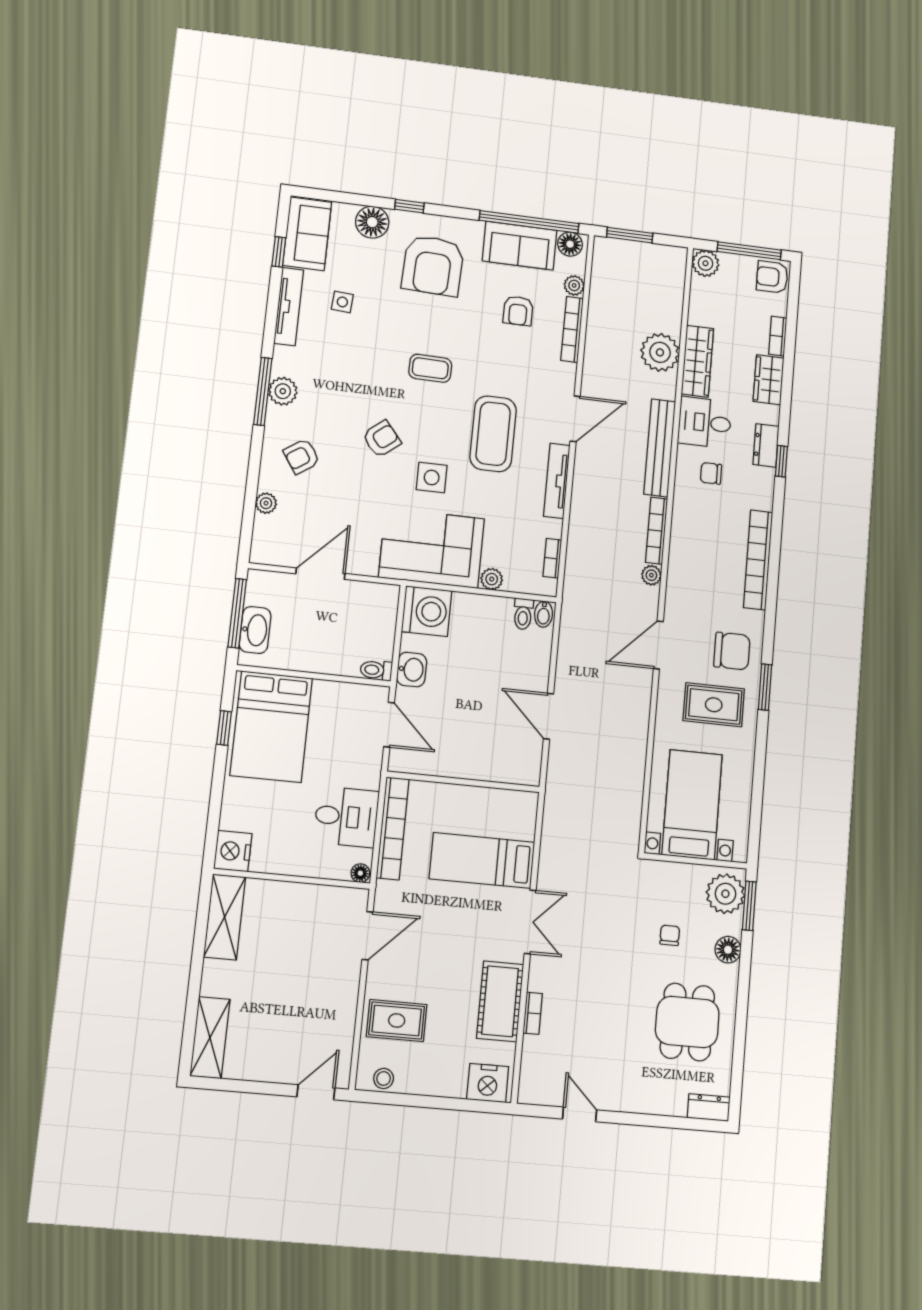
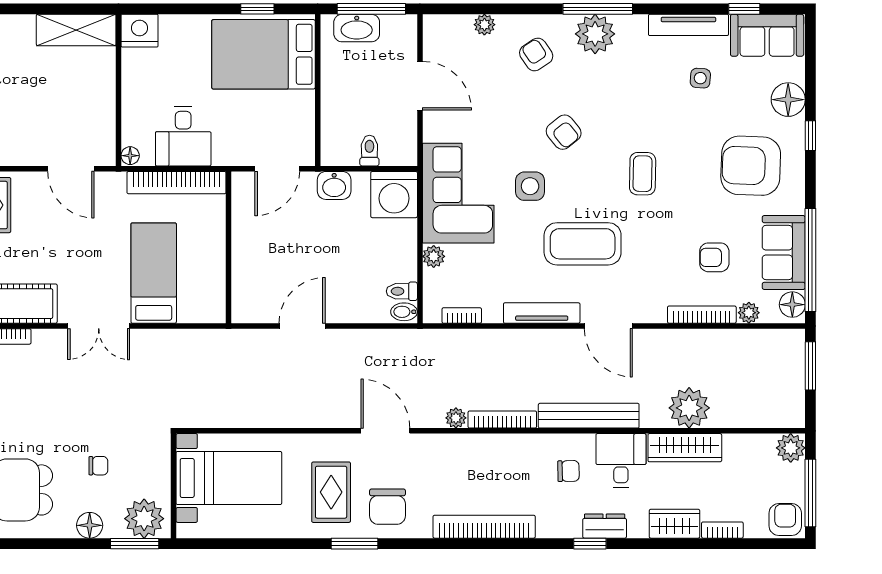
plant: (283, 391) -> (595, 34), width x1.36, depth x1.36
chair: (711, 473) -> (568, 471), turned 89
toilet: (376, 670) -> (369, 151), moved

